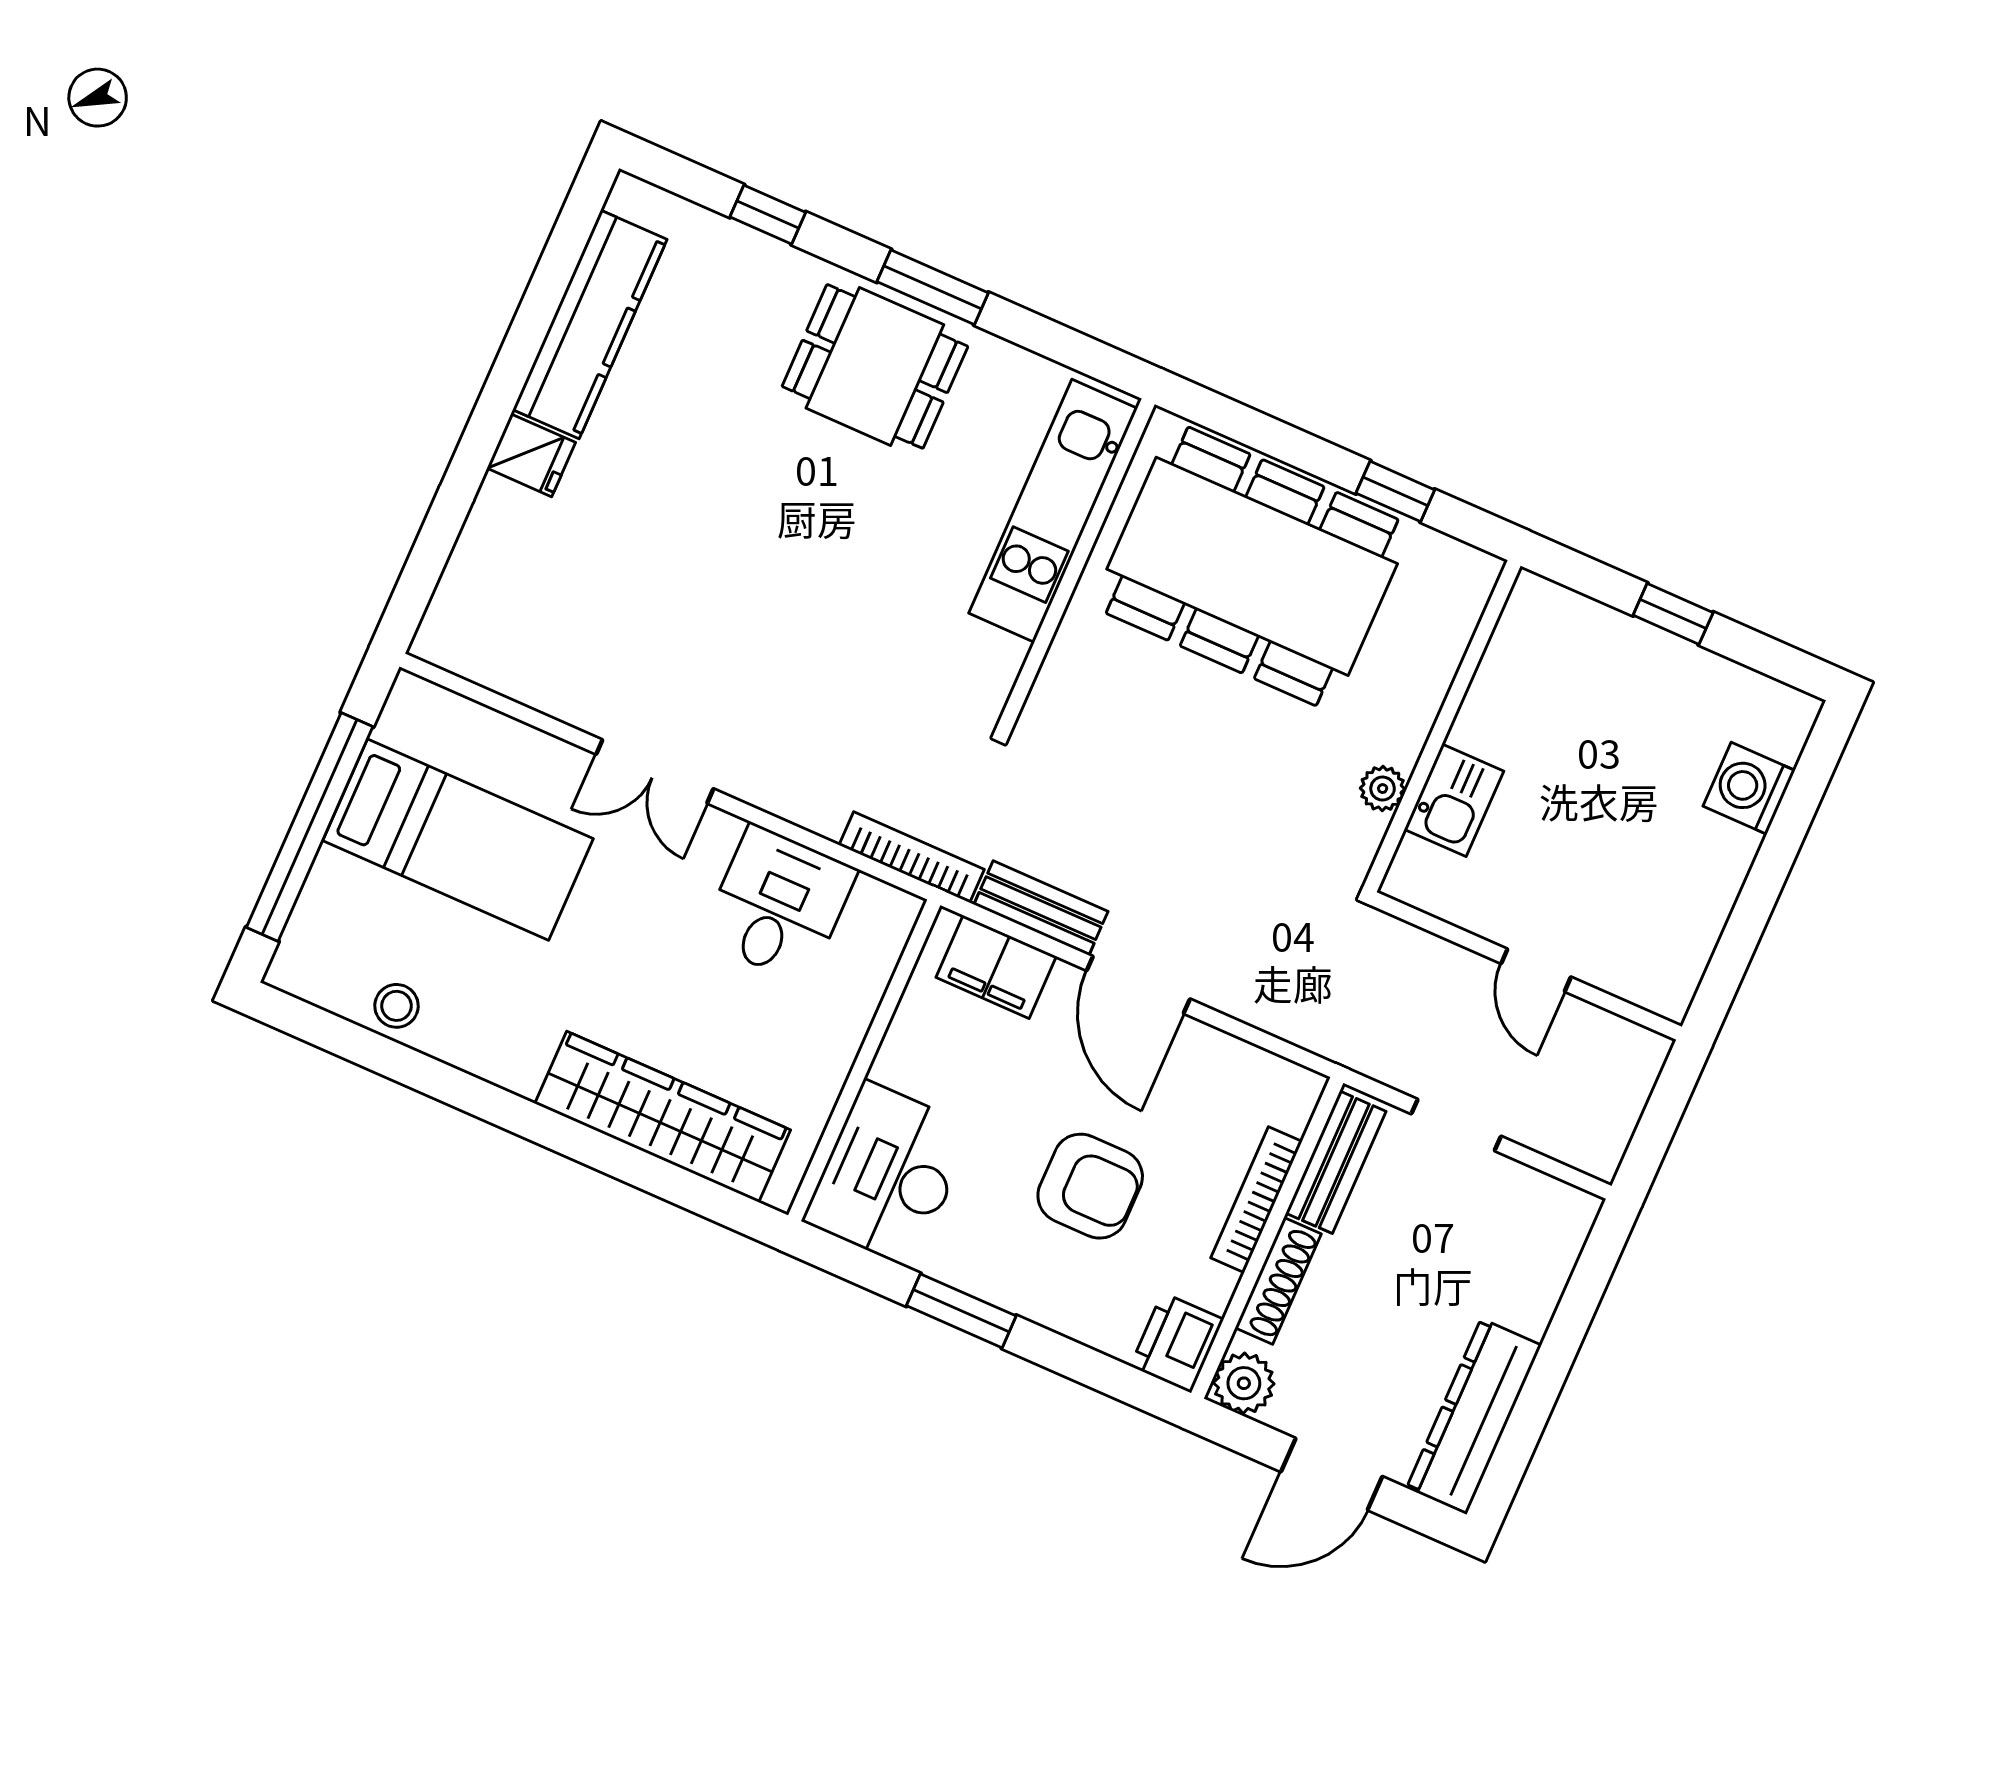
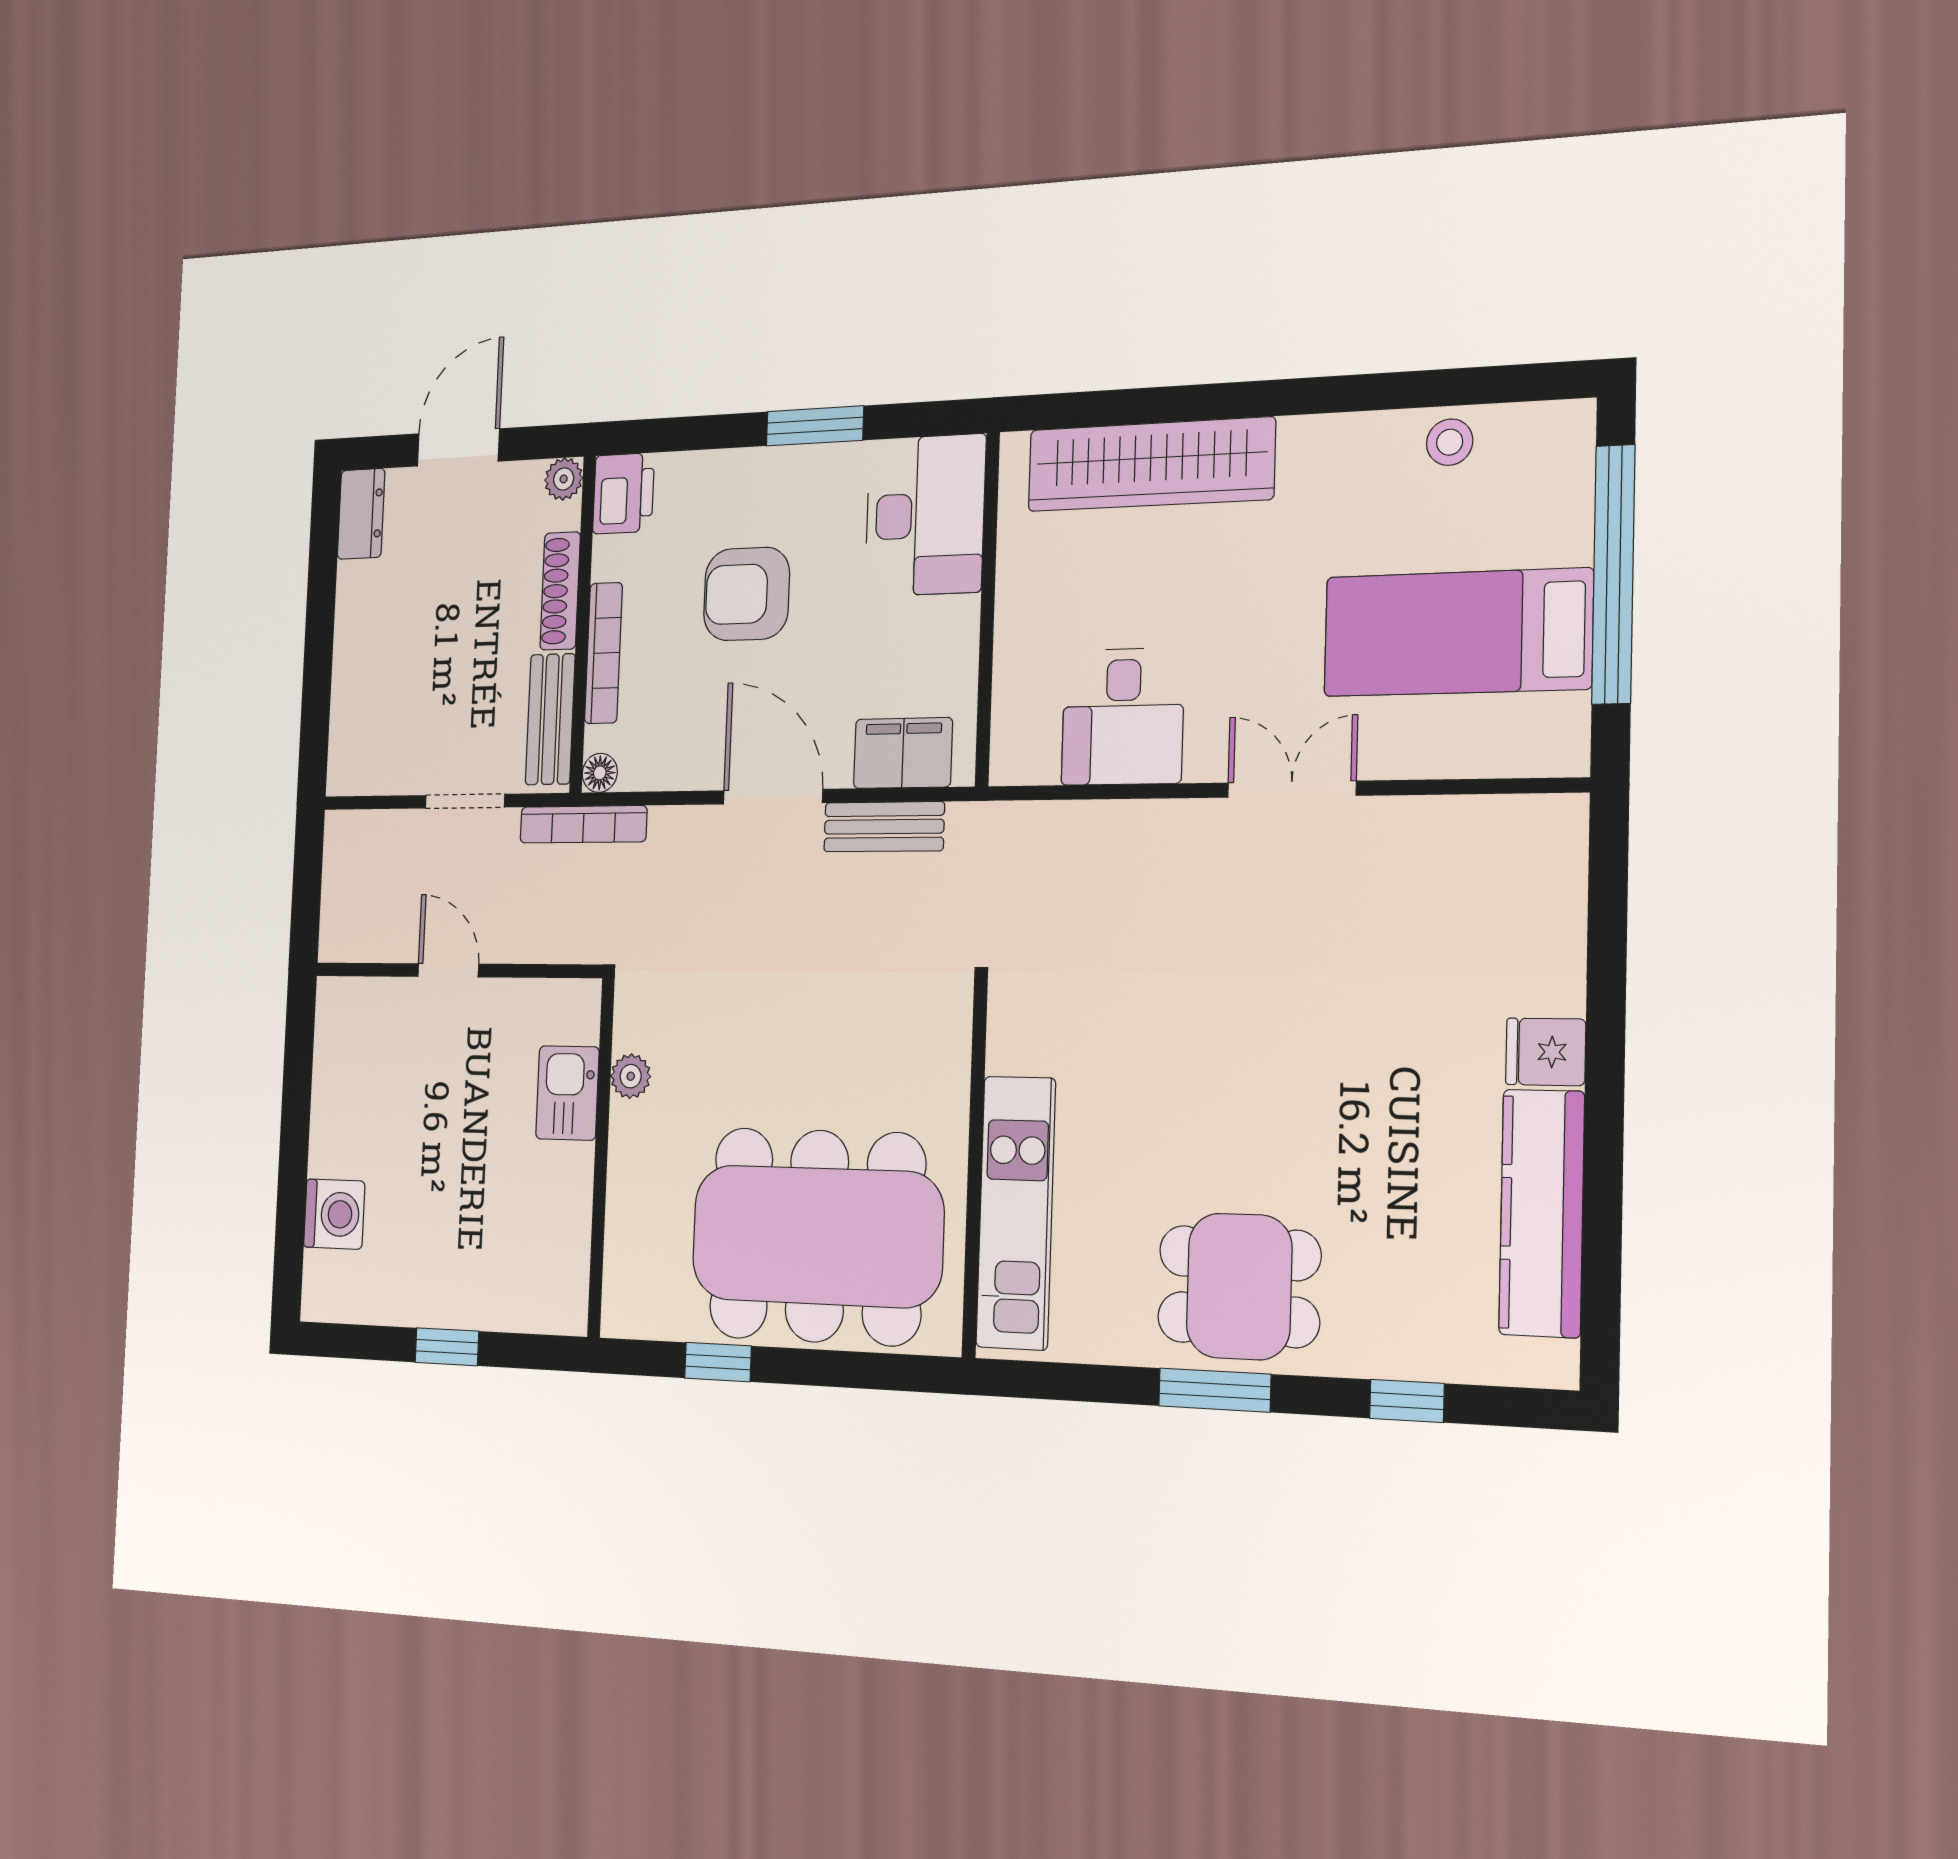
bookcase: (912, 857) -> (583, 824), moved
floor lamp: (1304, 1087) -> (600, 773), added
plant: (1244, 1383) -> (564, 479), width x0.73, depth x0.73
dresser: (1474, 1417) -> (361, 514), width x0.51, depth x0.80

